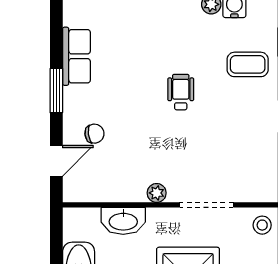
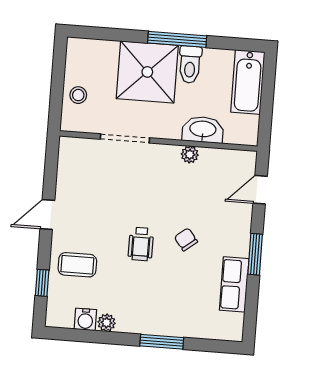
chair: (94, 134) -> (186, 239), moved, turned 60
plant: (157, 193) -> (190, 154), moved
stool: (262, 225) -> (78, 95), moved

